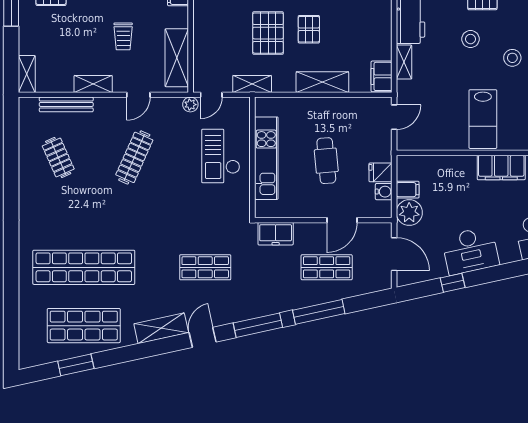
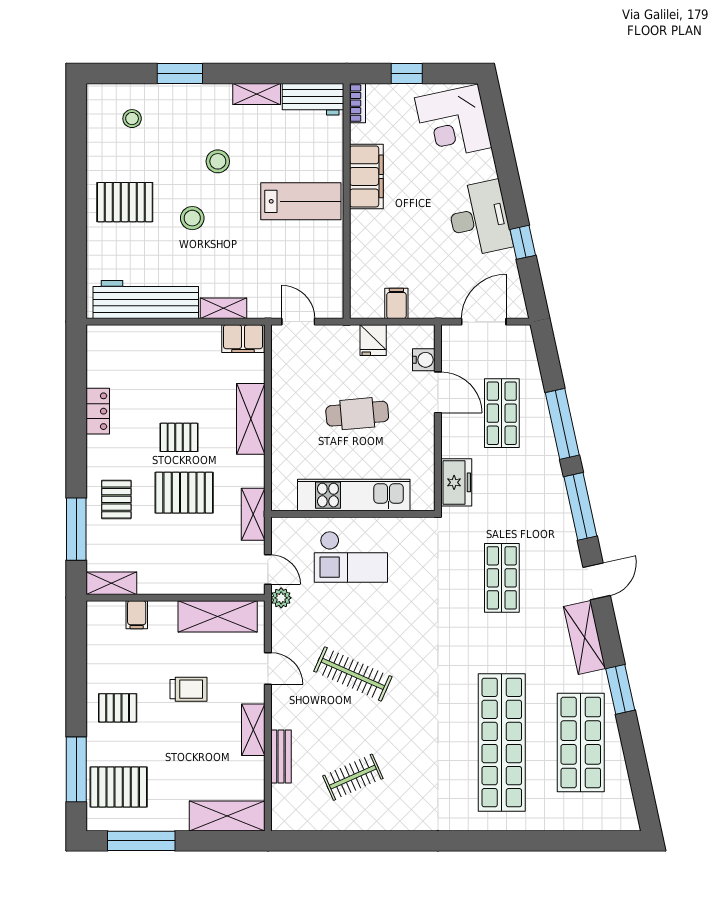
shelving: (27, 74) -> (227, 816), width x1.50, depth x1.33
bench: (66, 104) -> (281, 757), width x0.73
water cooler: (384, 192) -> (424, 360), moved, turned 90
plant: (409, 213) -> (428, 301), removed
door: (203, 337) -> (597, 581), swing flipped
window: (76, 365) -> (620, 689), moved

